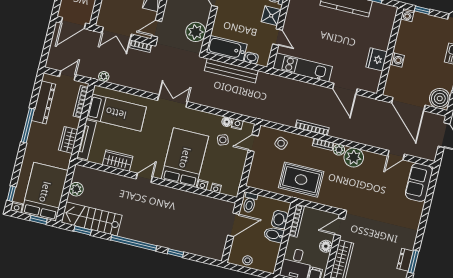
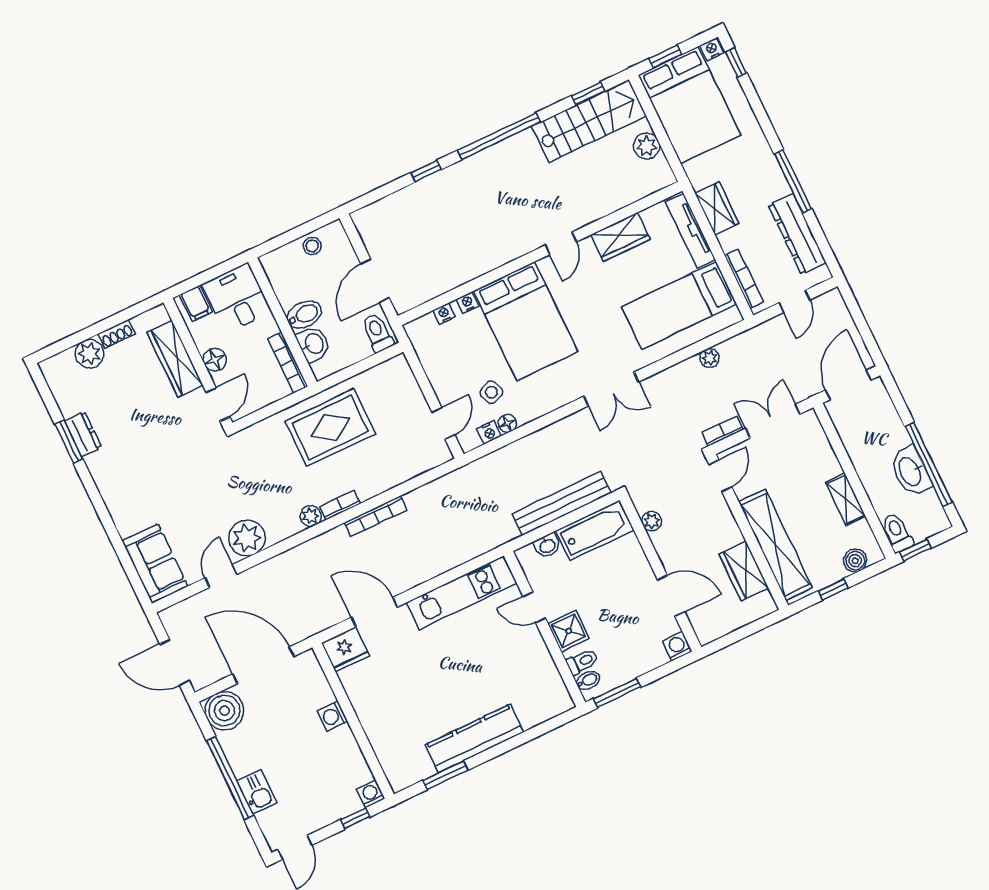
plant: (196, 32) -> (652, 521), width x0.53, depth x0.53
fridge: (377, 59) -> (345, 649), moved, turned 90
plant: (104, 76) -> (710, 358), moved
side table: (281, 143) -> (402, 457), removed
plant: (354, 157) -> (247, 538), moved

